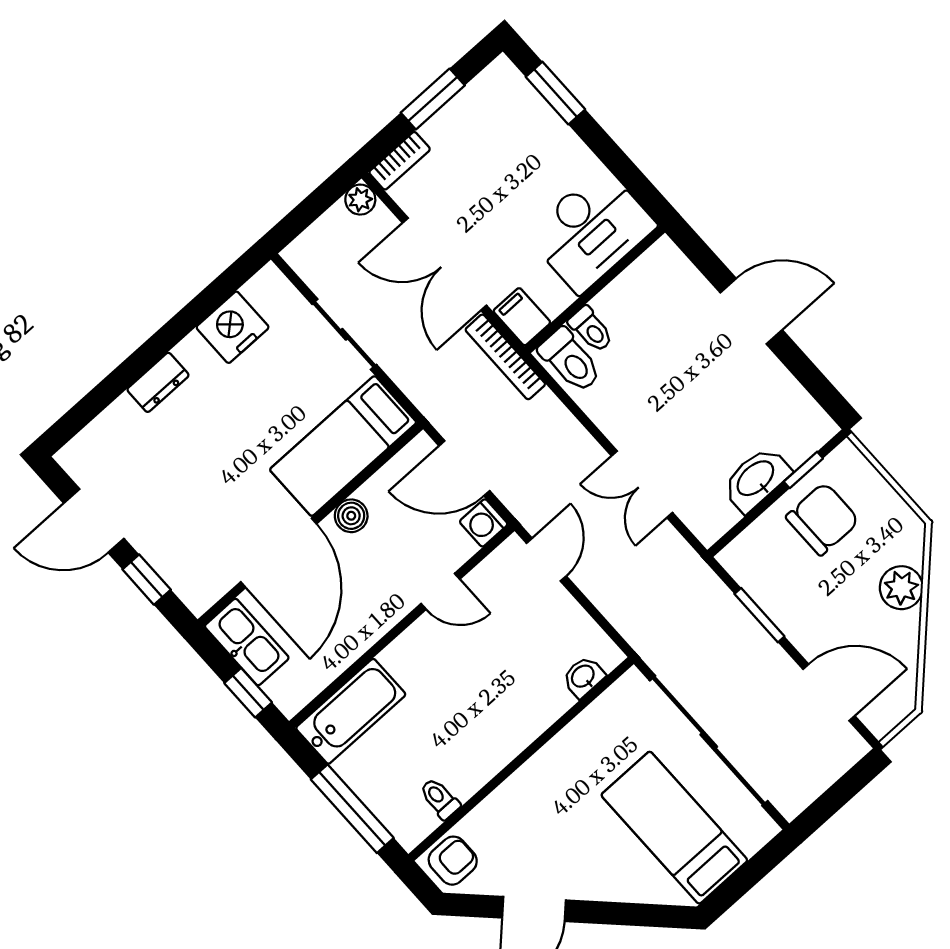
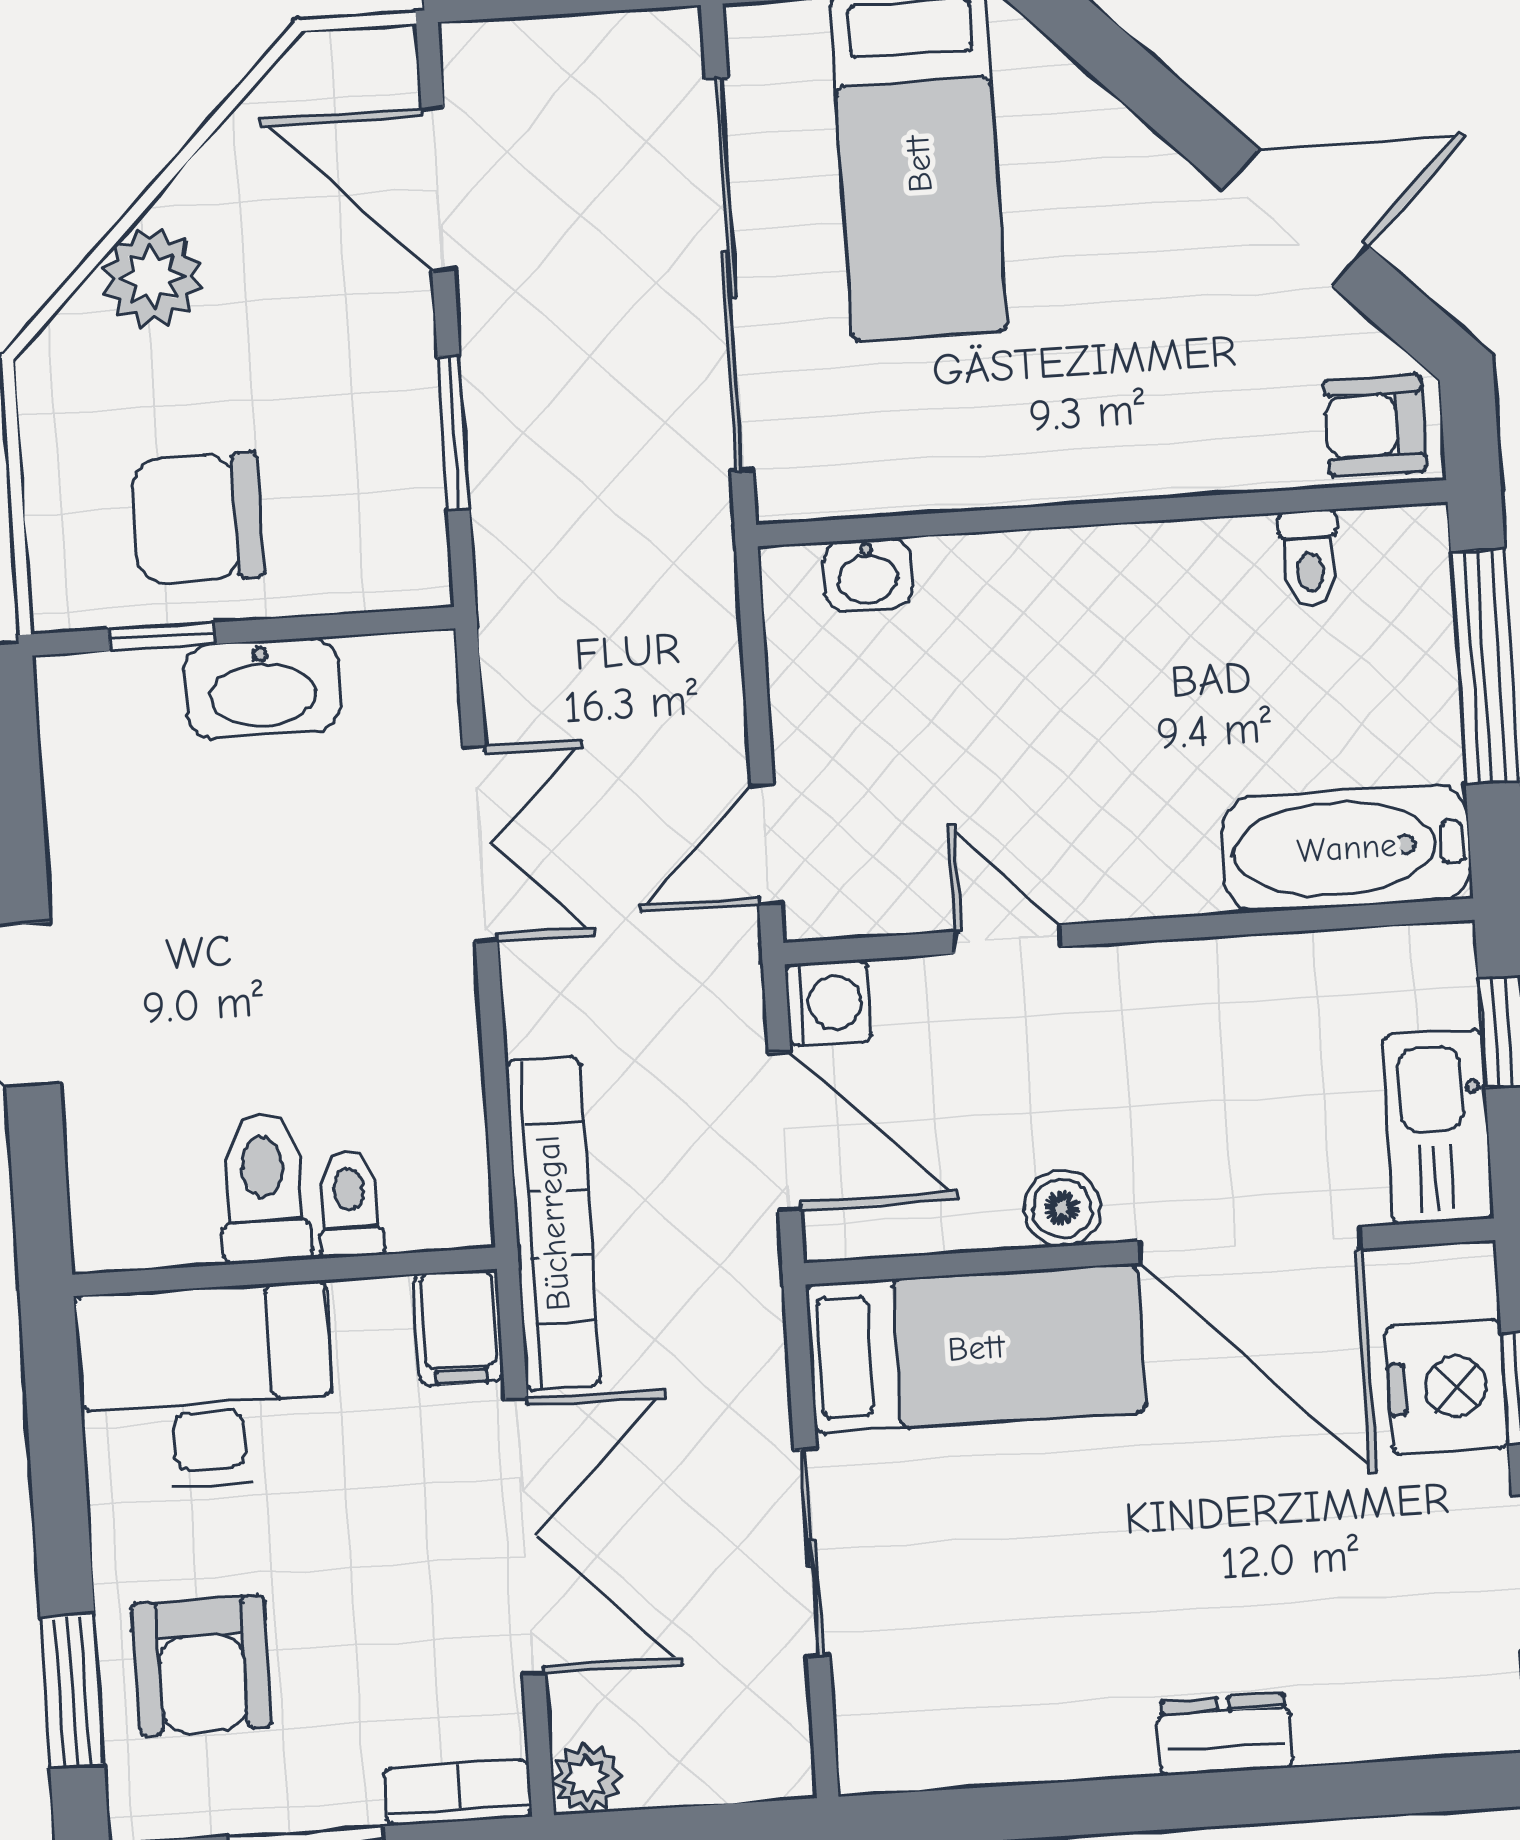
armchair: (519, 136) -> (202, 1665), added
nightstand: (233, 327) -> (1447, 1387), moved, turned -90
bookcase: (505, 357) -> (553, 1223), width x1.48, depth x1.31
toilet: (570, 360) -> (264, 1188), moved
door: (279, 553) -> (1250, 1245), swing flipped

